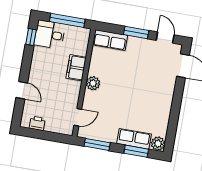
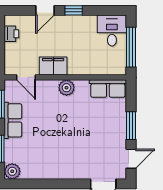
window: (31, 37) -> (74, 10), moved
row of seats: (110, 40) -> (108, 89), moved, turned -90
filing cabinet: (76, 68) -> (53, 66), moved
row of seats: (134, 139) -> (13, 120), moved

